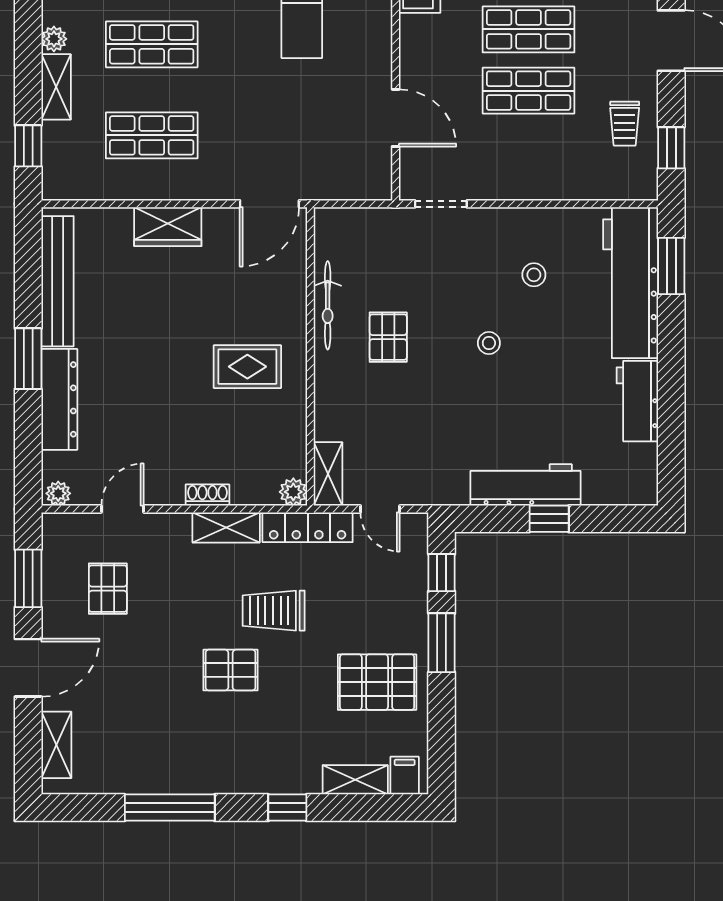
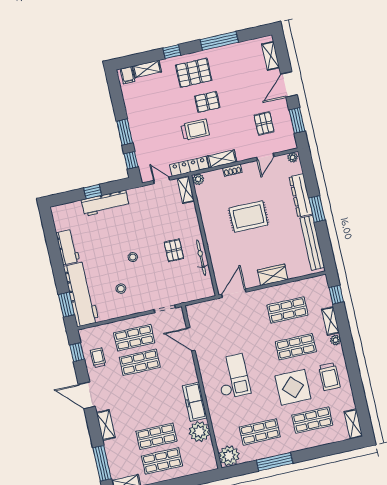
shop shelf: (529, 29) -> (134, 338), moved
rug: (247, 367) -> (248, 216), moved, width x1.36, depth x1.43
pallet: (377, 682) -> (194, 73), moved

